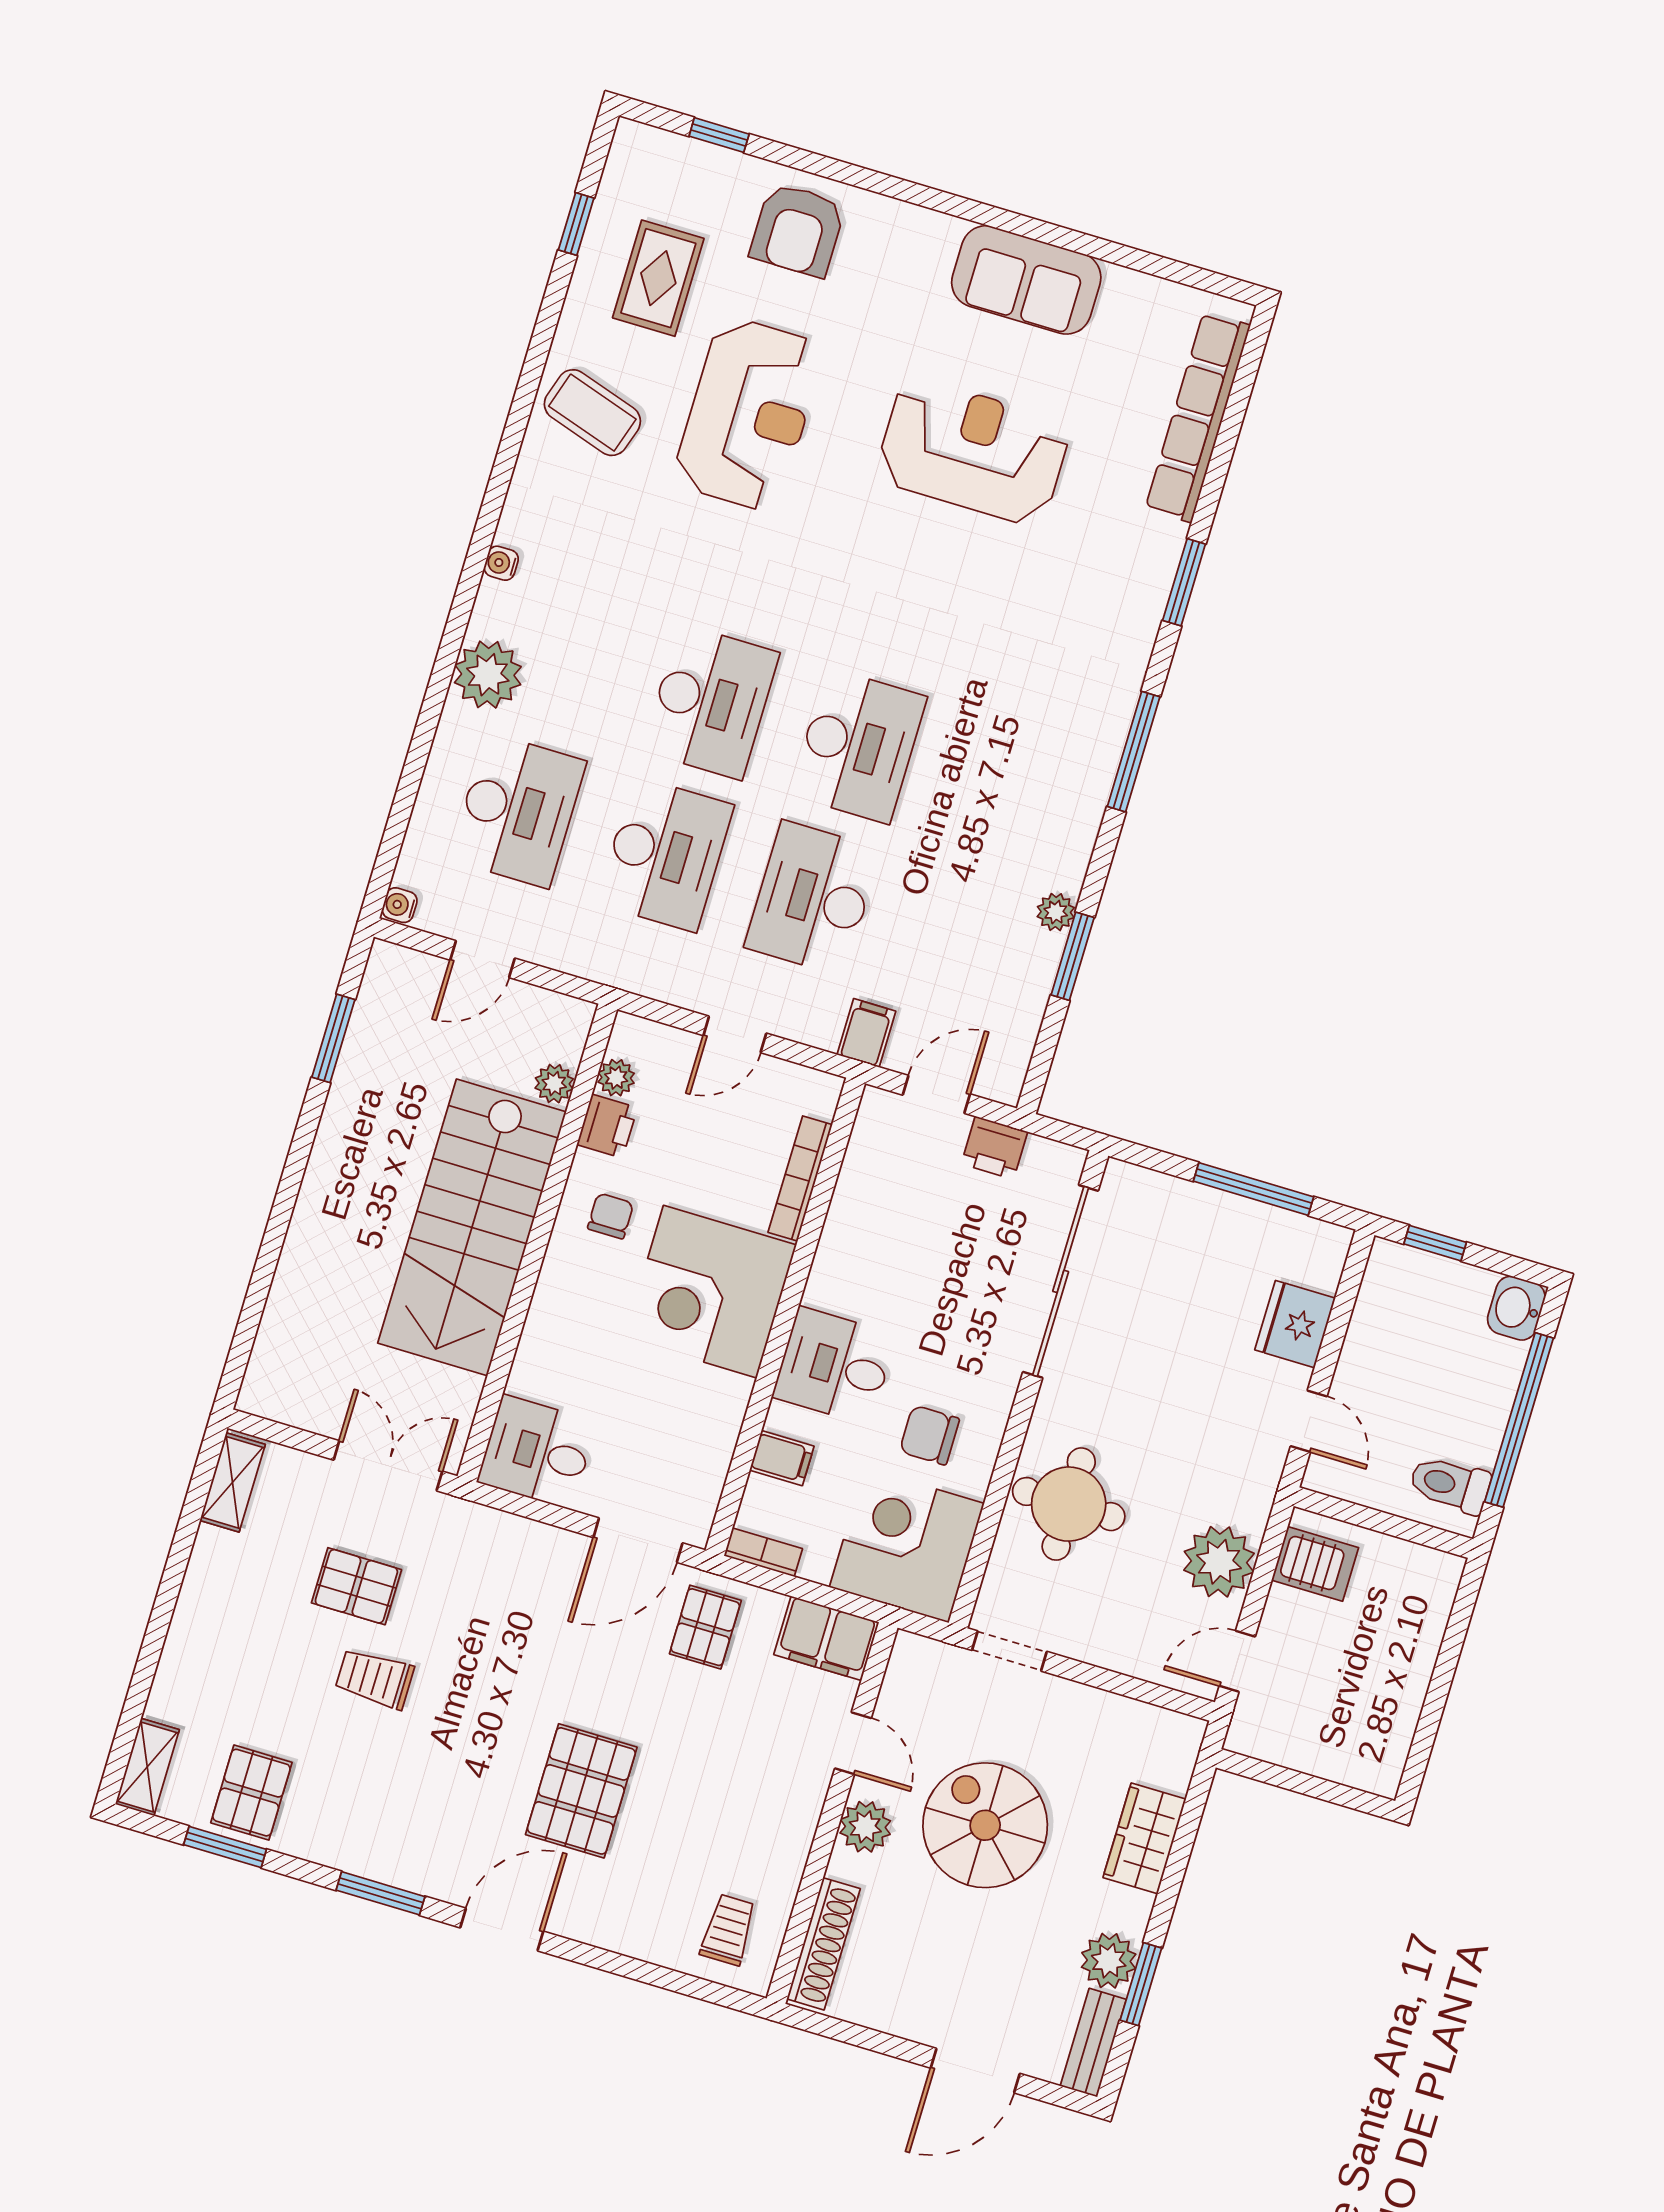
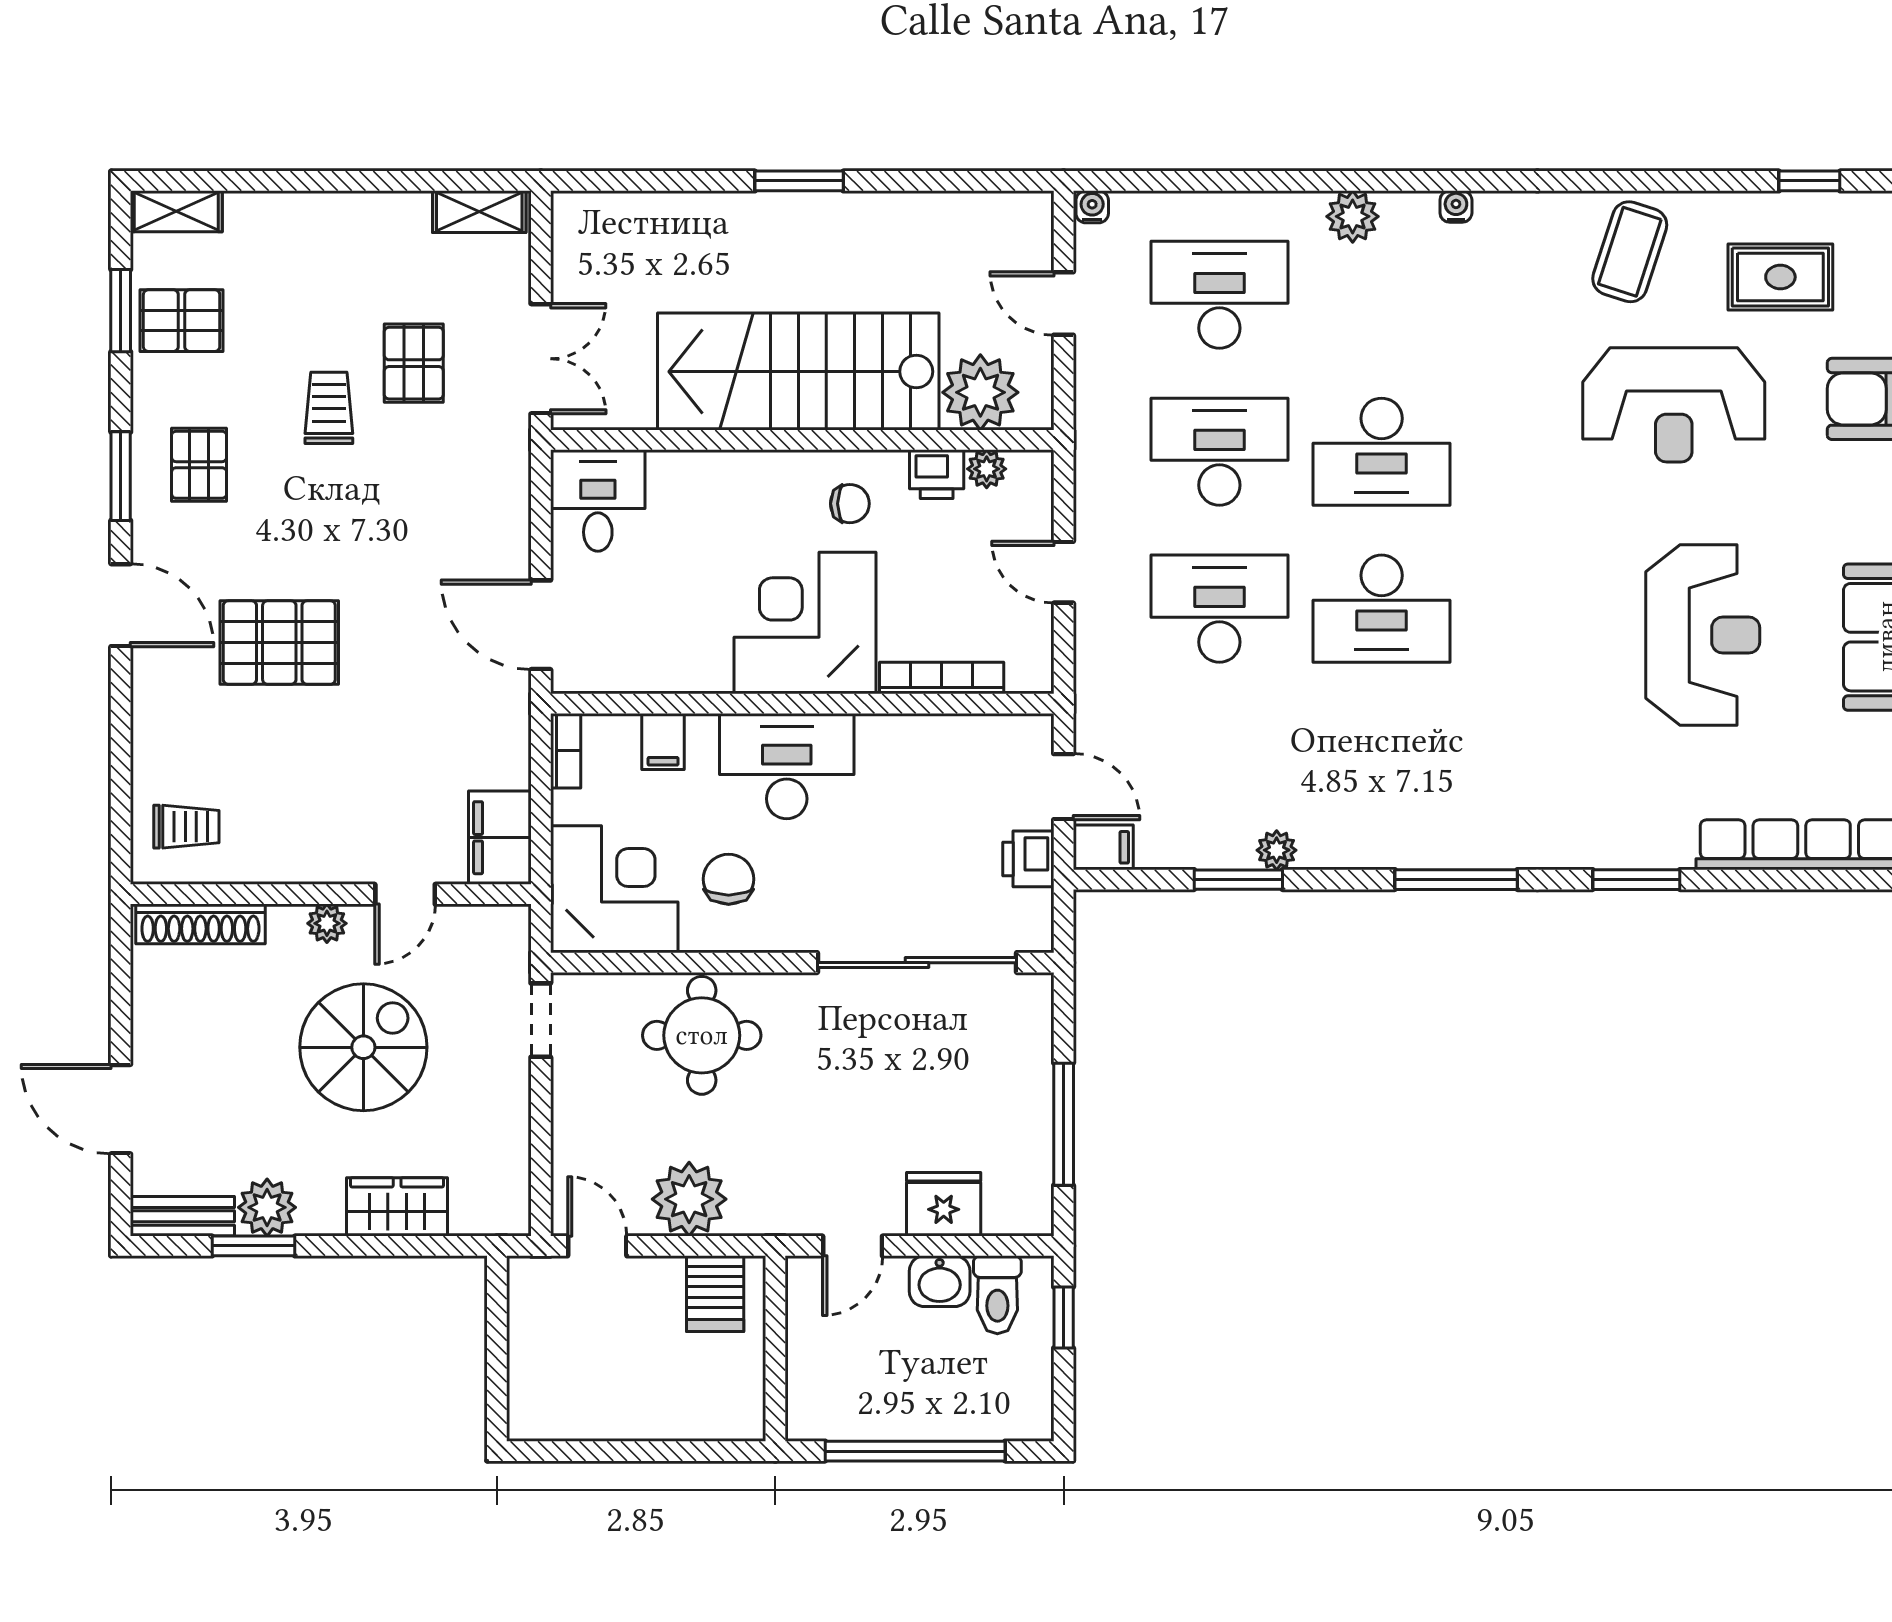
plant: (488, 675) -> (1353, 216), width x0.73, depth x0.73
desk: (518, 810) -> (1219, 295), turned 180
desk: (665, 854) -> (1219, 452), turned 180
filing cabinet: (866, 1033) -> (1103, 847), moved
window: (333, 1038) -> (799, 181), moved
plant: (554, 1084) -> (980, 392), width x1.88, depth x1.88
washbasin: (1516, 1308) -> (940, 1281), moved, turned 180
desk: (834, 1366) -> (787, 766), width x1.37
toilet: (1450, 1485) -> (997, 1295), moved, turned 180
pallet: (705, 1627) -> (199, 465), moved, turned 90
plant: (865, 1827) -> (327, 923), width x0.73, depth x0.73

